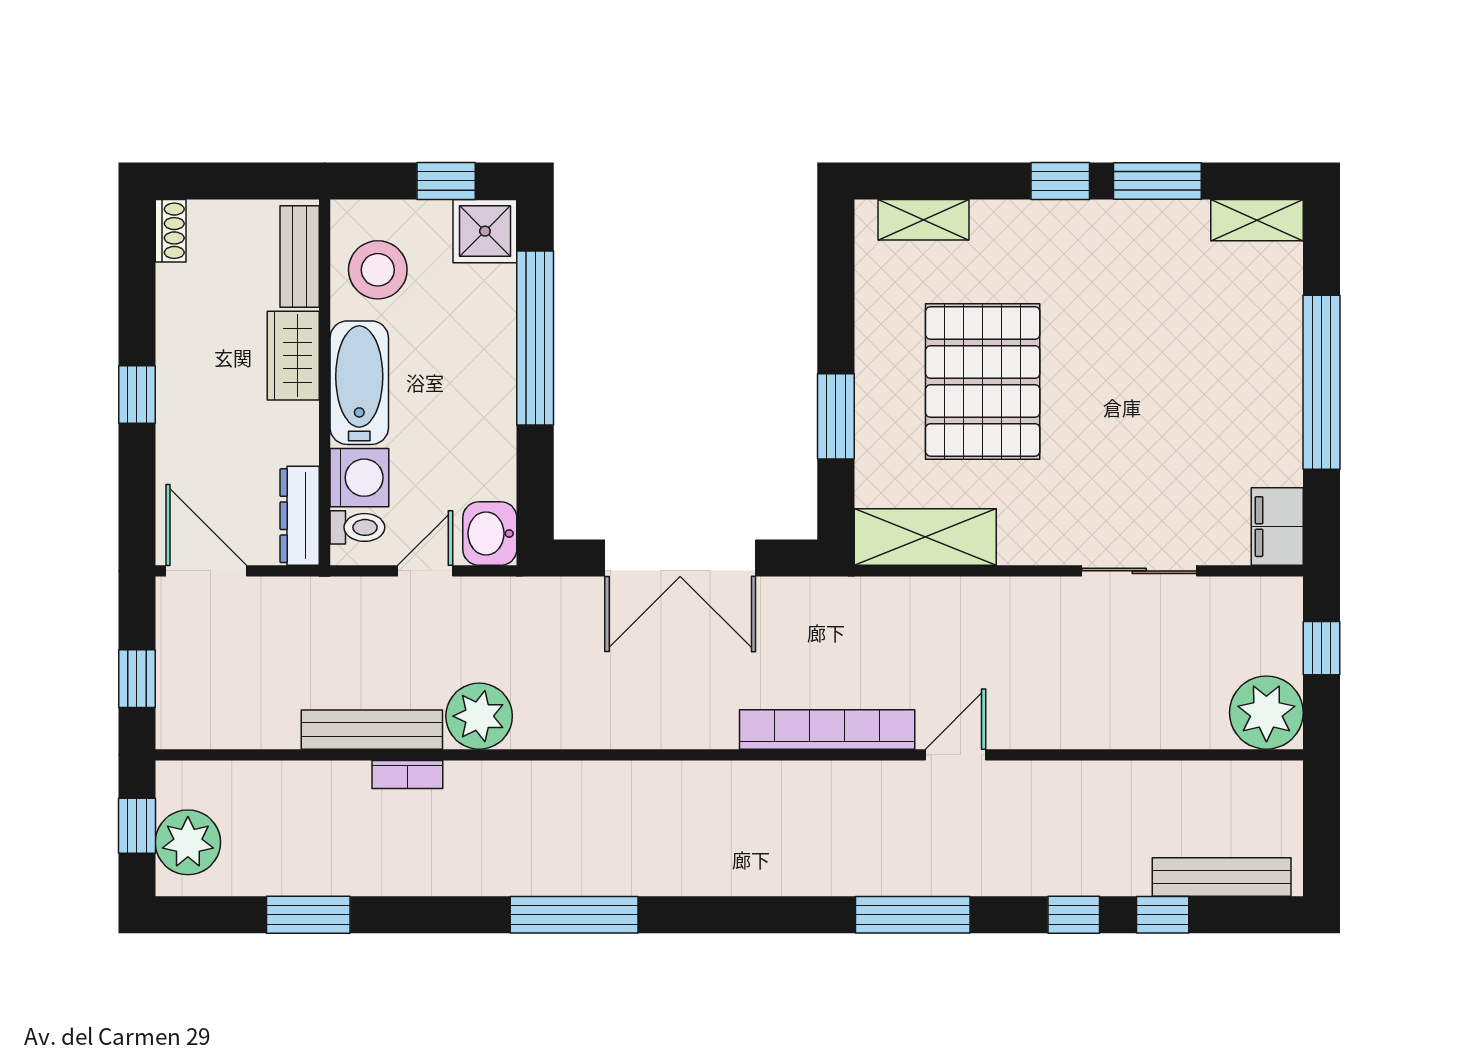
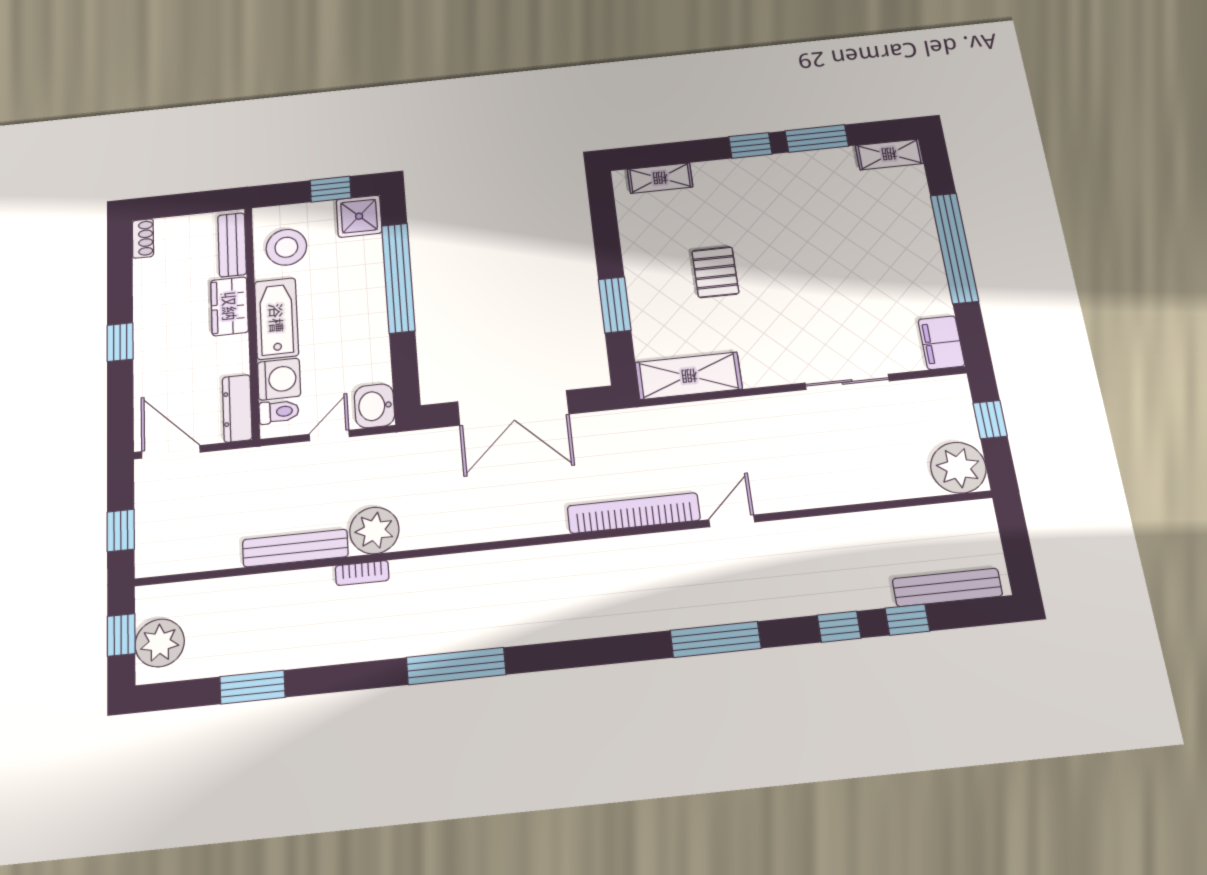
pallet: (983, 381) -> (715, 272), width x0.49, depth x0.50
bookcase: (407, 774) -> (362, 573), moved

